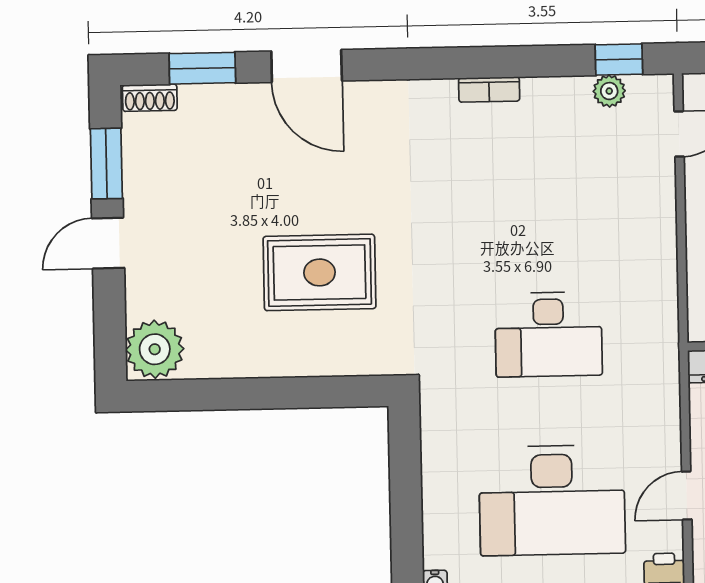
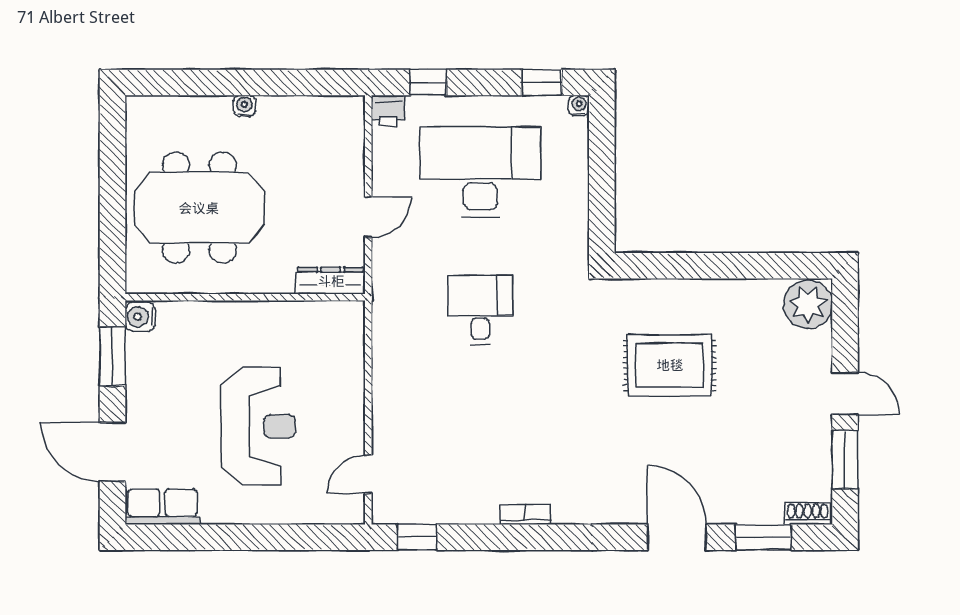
plant: (609, 91) -> (426, 511), removed
door: (108, 243) -> (845, 393), hinge flipped
desk: (549, 334) -> (480, 310), width x0.73
door: (687, 496) -> (368, 217), moved

